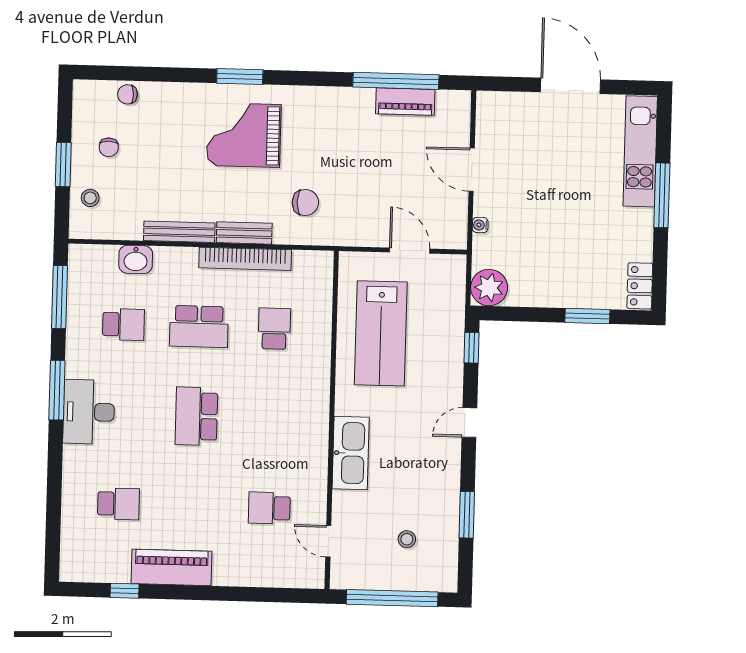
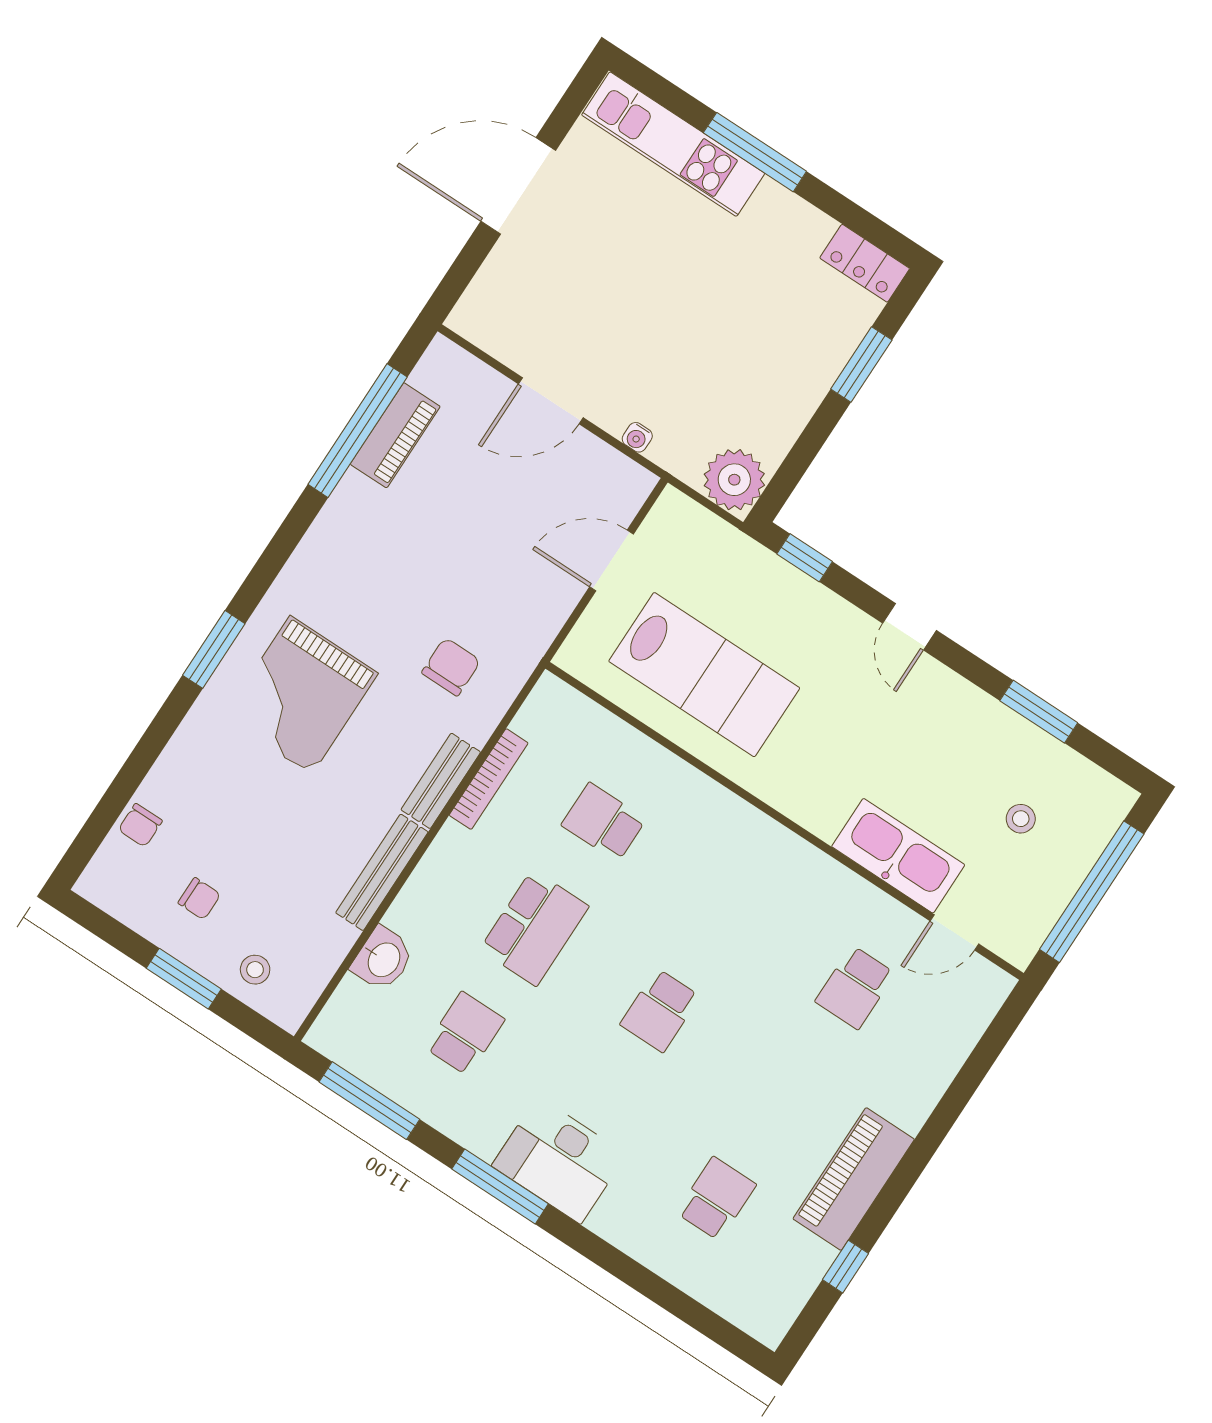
bookcase: (245, 259) -> (489, 779), width x0.68, depth x0.76
school desk: (196, 416) -> (660, 1010), width x0.54
kitchen sink: (351, 453) -> (898, 856), moved

